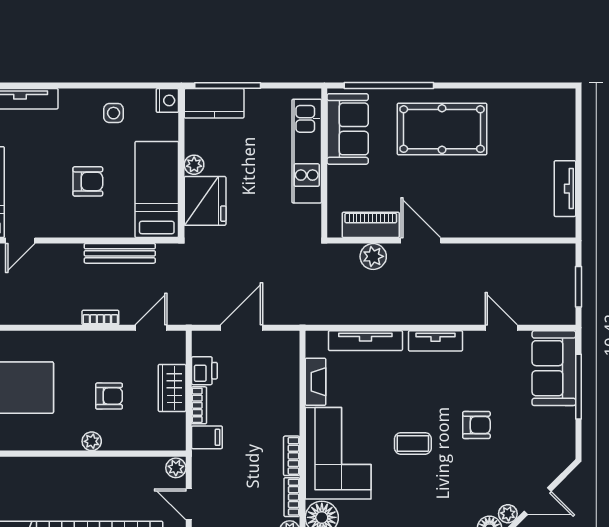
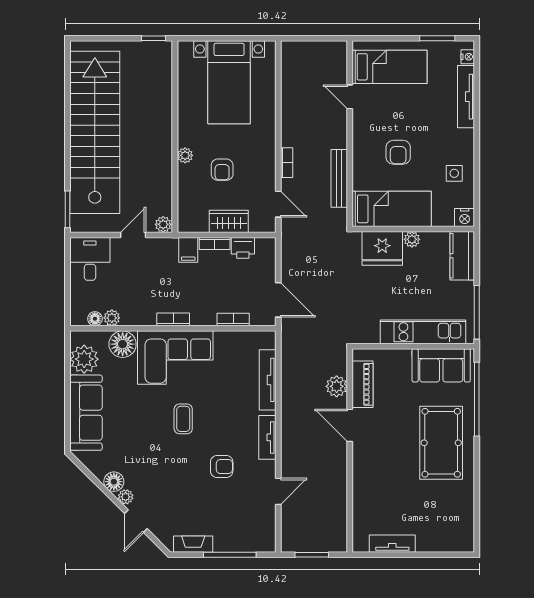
window: (228, 86) -> (477, 312), moved
door: (421, 241) -> (350, 425), swing flipped
door: (241, 328) -> (278, 300), moved
sofa: (554, 368) -> (245, 535), removed
fireplace: (316, 382) -> (193, 544), moved, turned 180
armchair: (476, 425) -> (222, 466), moved, turned -90
bookcase: (292, 497) -> (233, 320), moved

